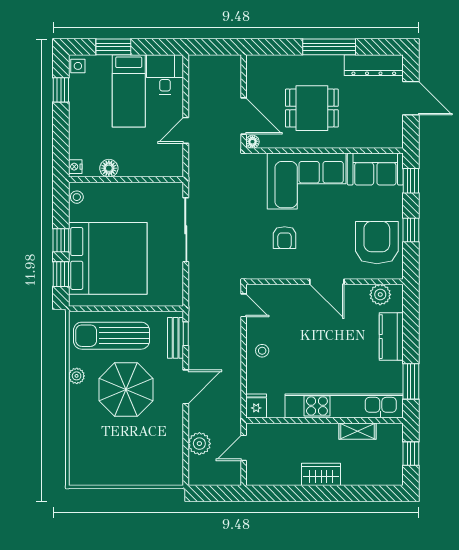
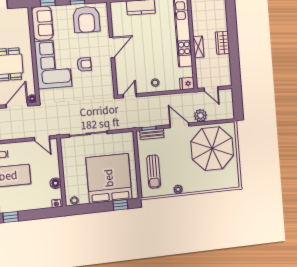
door: (186, 130) -> (42, 138), moved
armchair: (285, 238) -> (84, 64), moved
window: (61, 240) -> (101, 207), removed
armchair: (377, 243) -> (86, 19), turned -90
plant: (380, 295) -> (117, 15), removed
sun lounger: (111, 336) -> (154, 172), width x0.73, depth x0.75
parasol: (126, 390) -> (212, 149), moved, width x1.36, depth x1.36
shelving: (358, 431) -> (198, 47), moved
plant: (199, 444) -> (200, 116), moved

